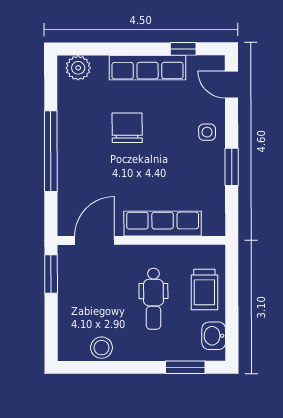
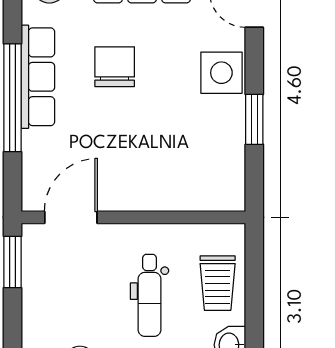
side table: (207, 132) -> (221, 73), width x1.87, depth x1.87
row of seats: (163, 224) -> (38, 77), moved, turned 90

